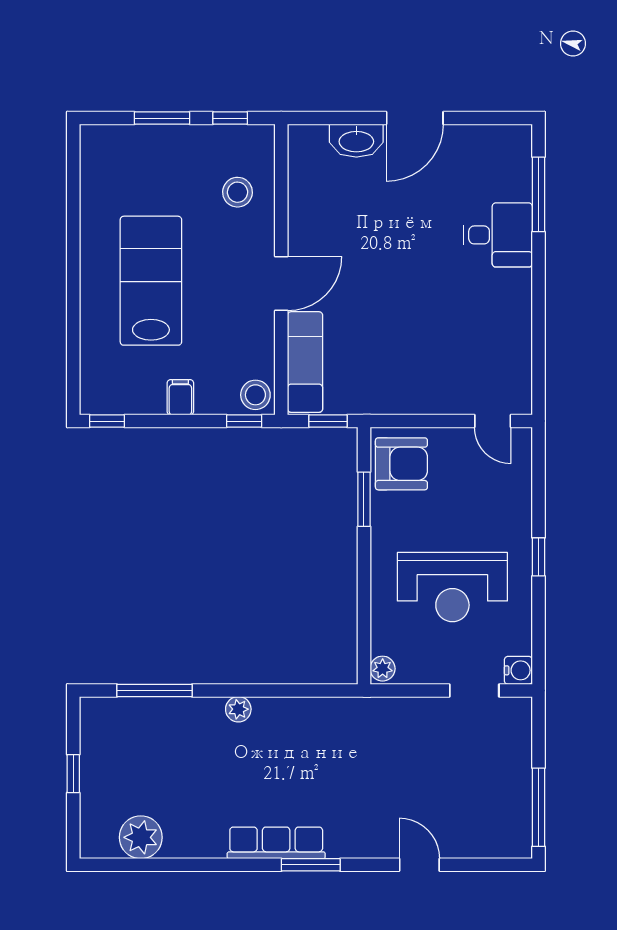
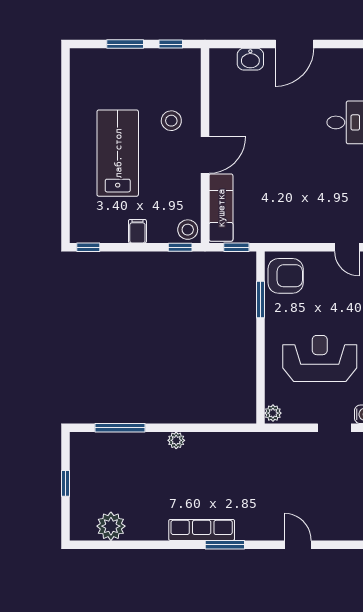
washbasin: (356, 141) -> (250, 59), width x0.72
stool: (237, 192) -> (171, 121), moved
reception desk: (452, 587) -> (320, 358), turned 180

